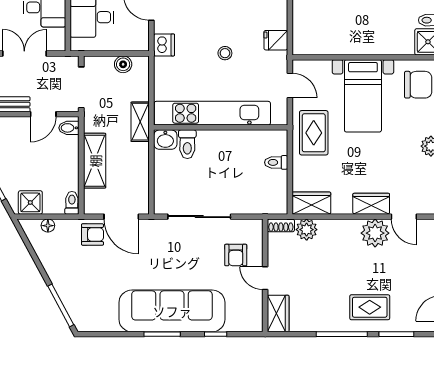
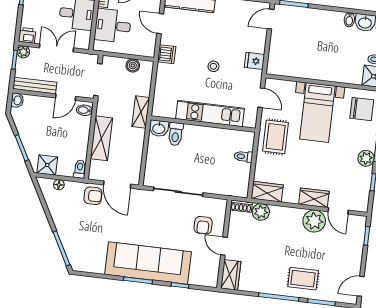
kitchen unit: (212, 113) -> (210, 114), width x0.73

